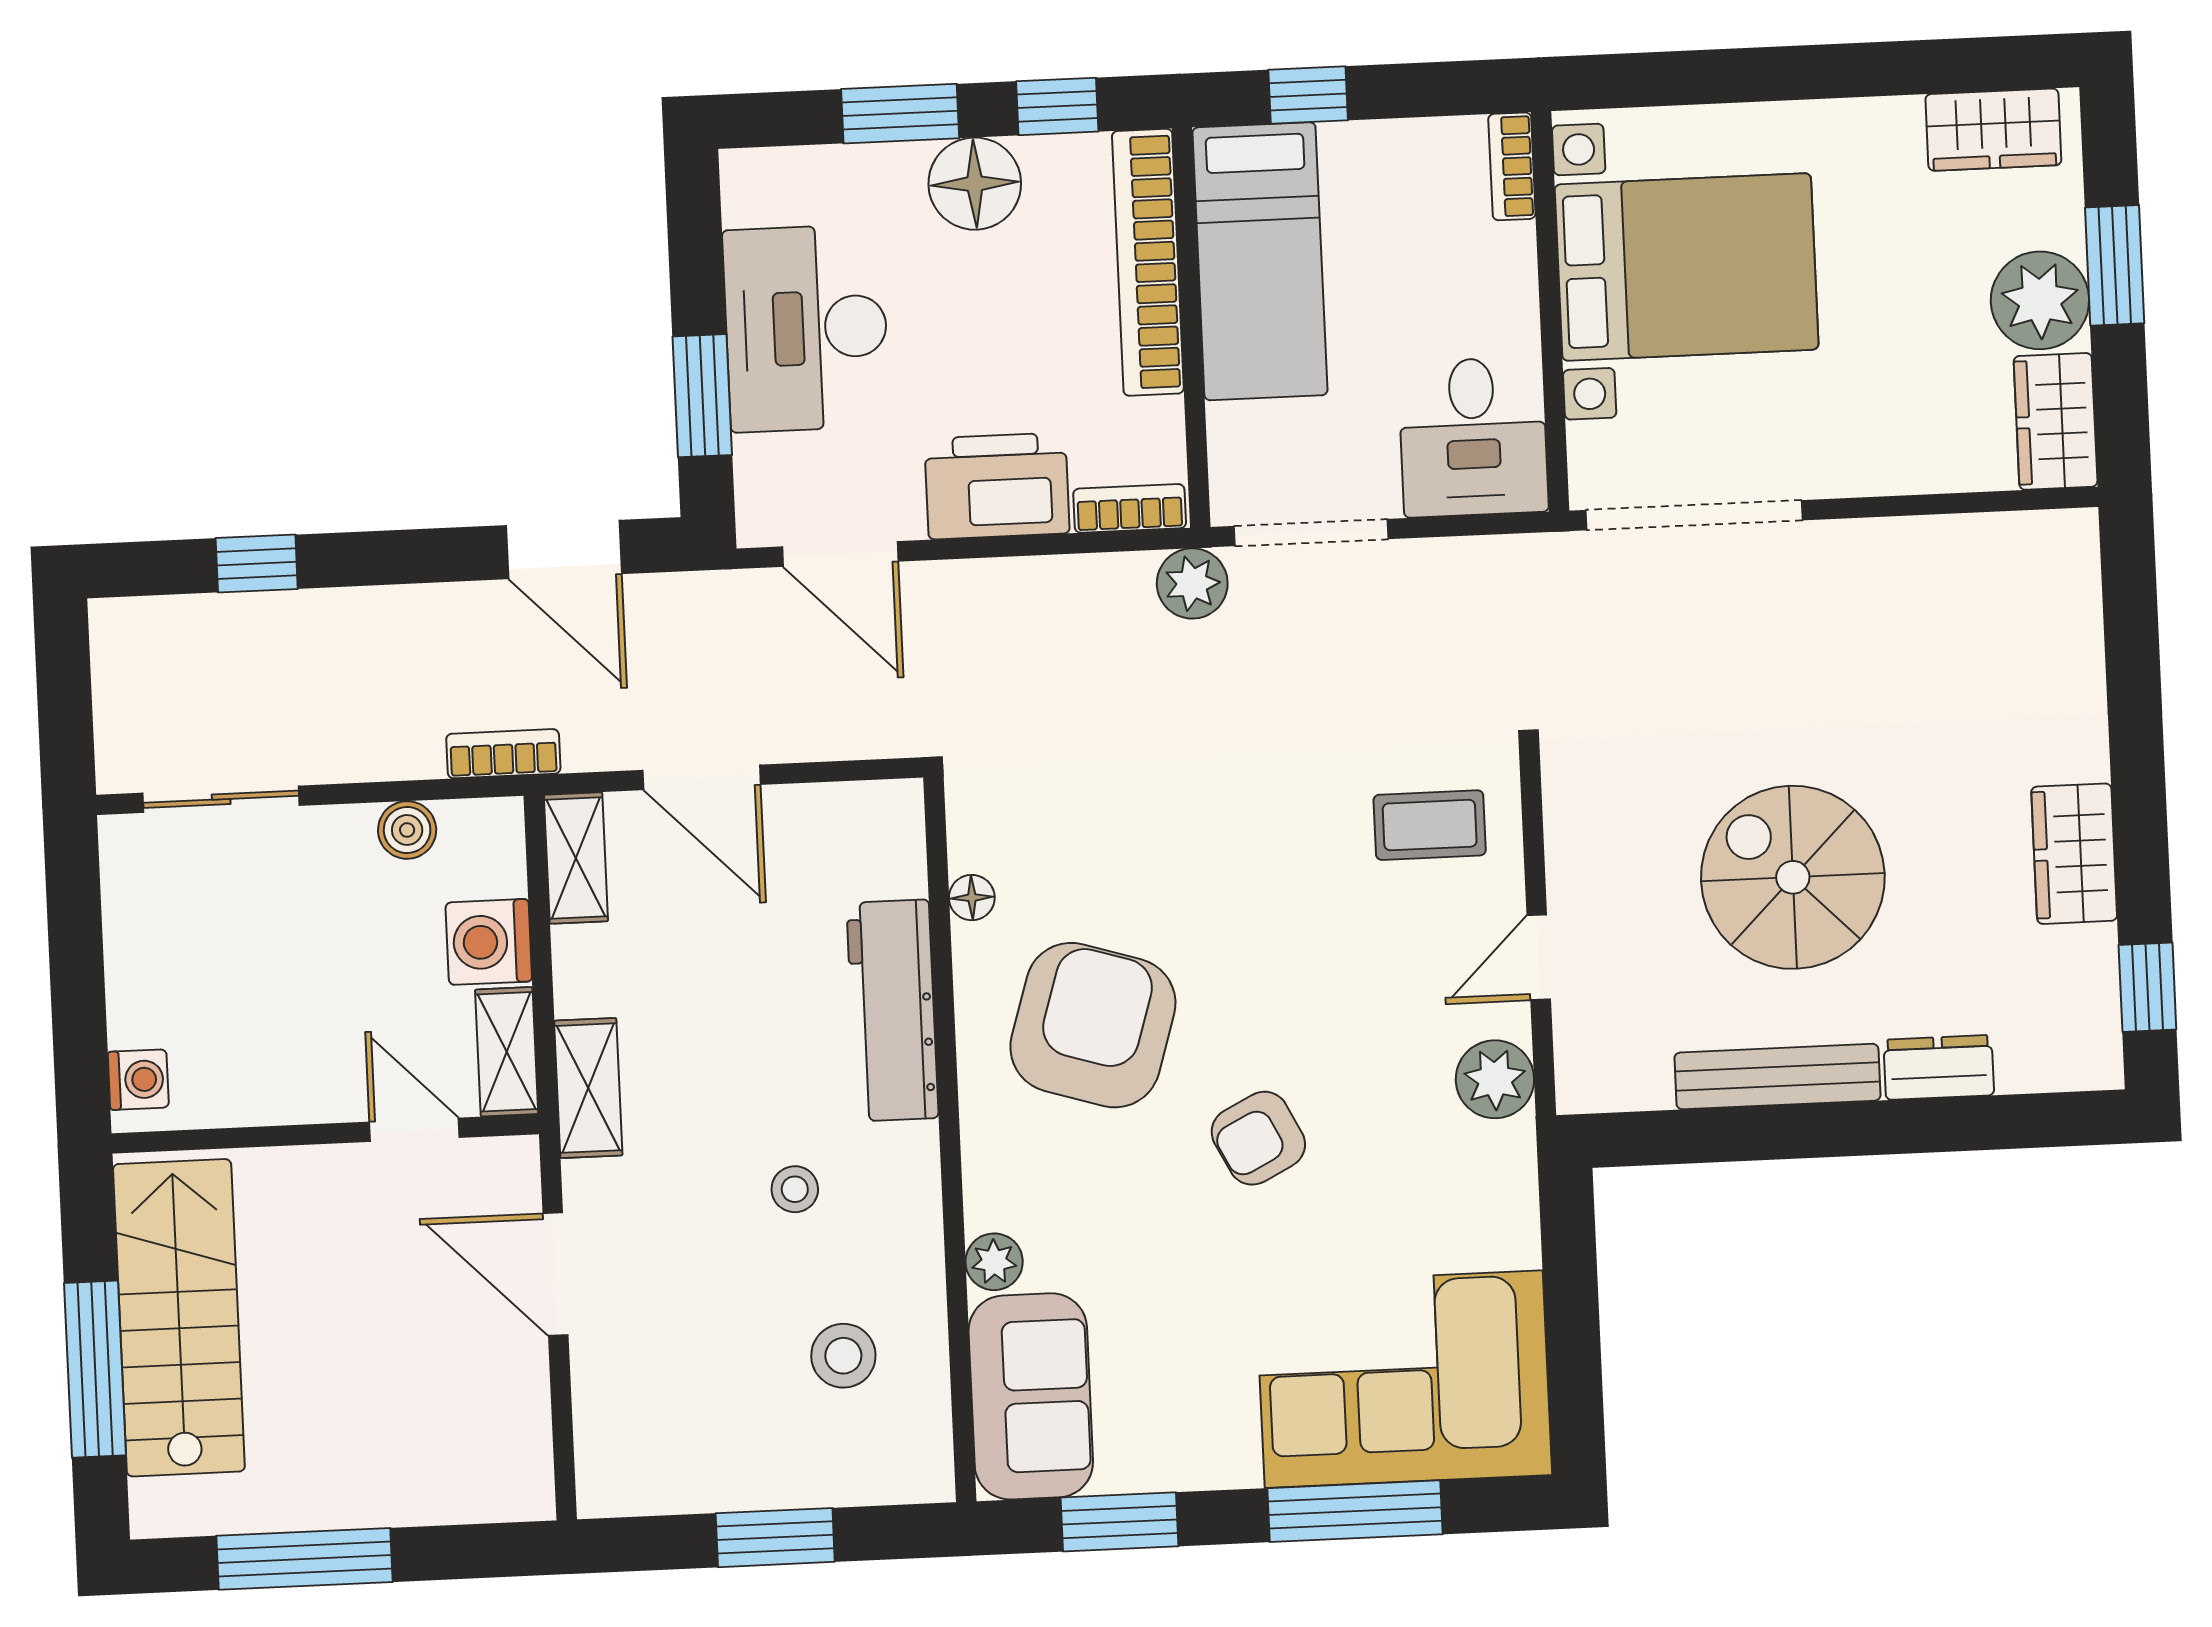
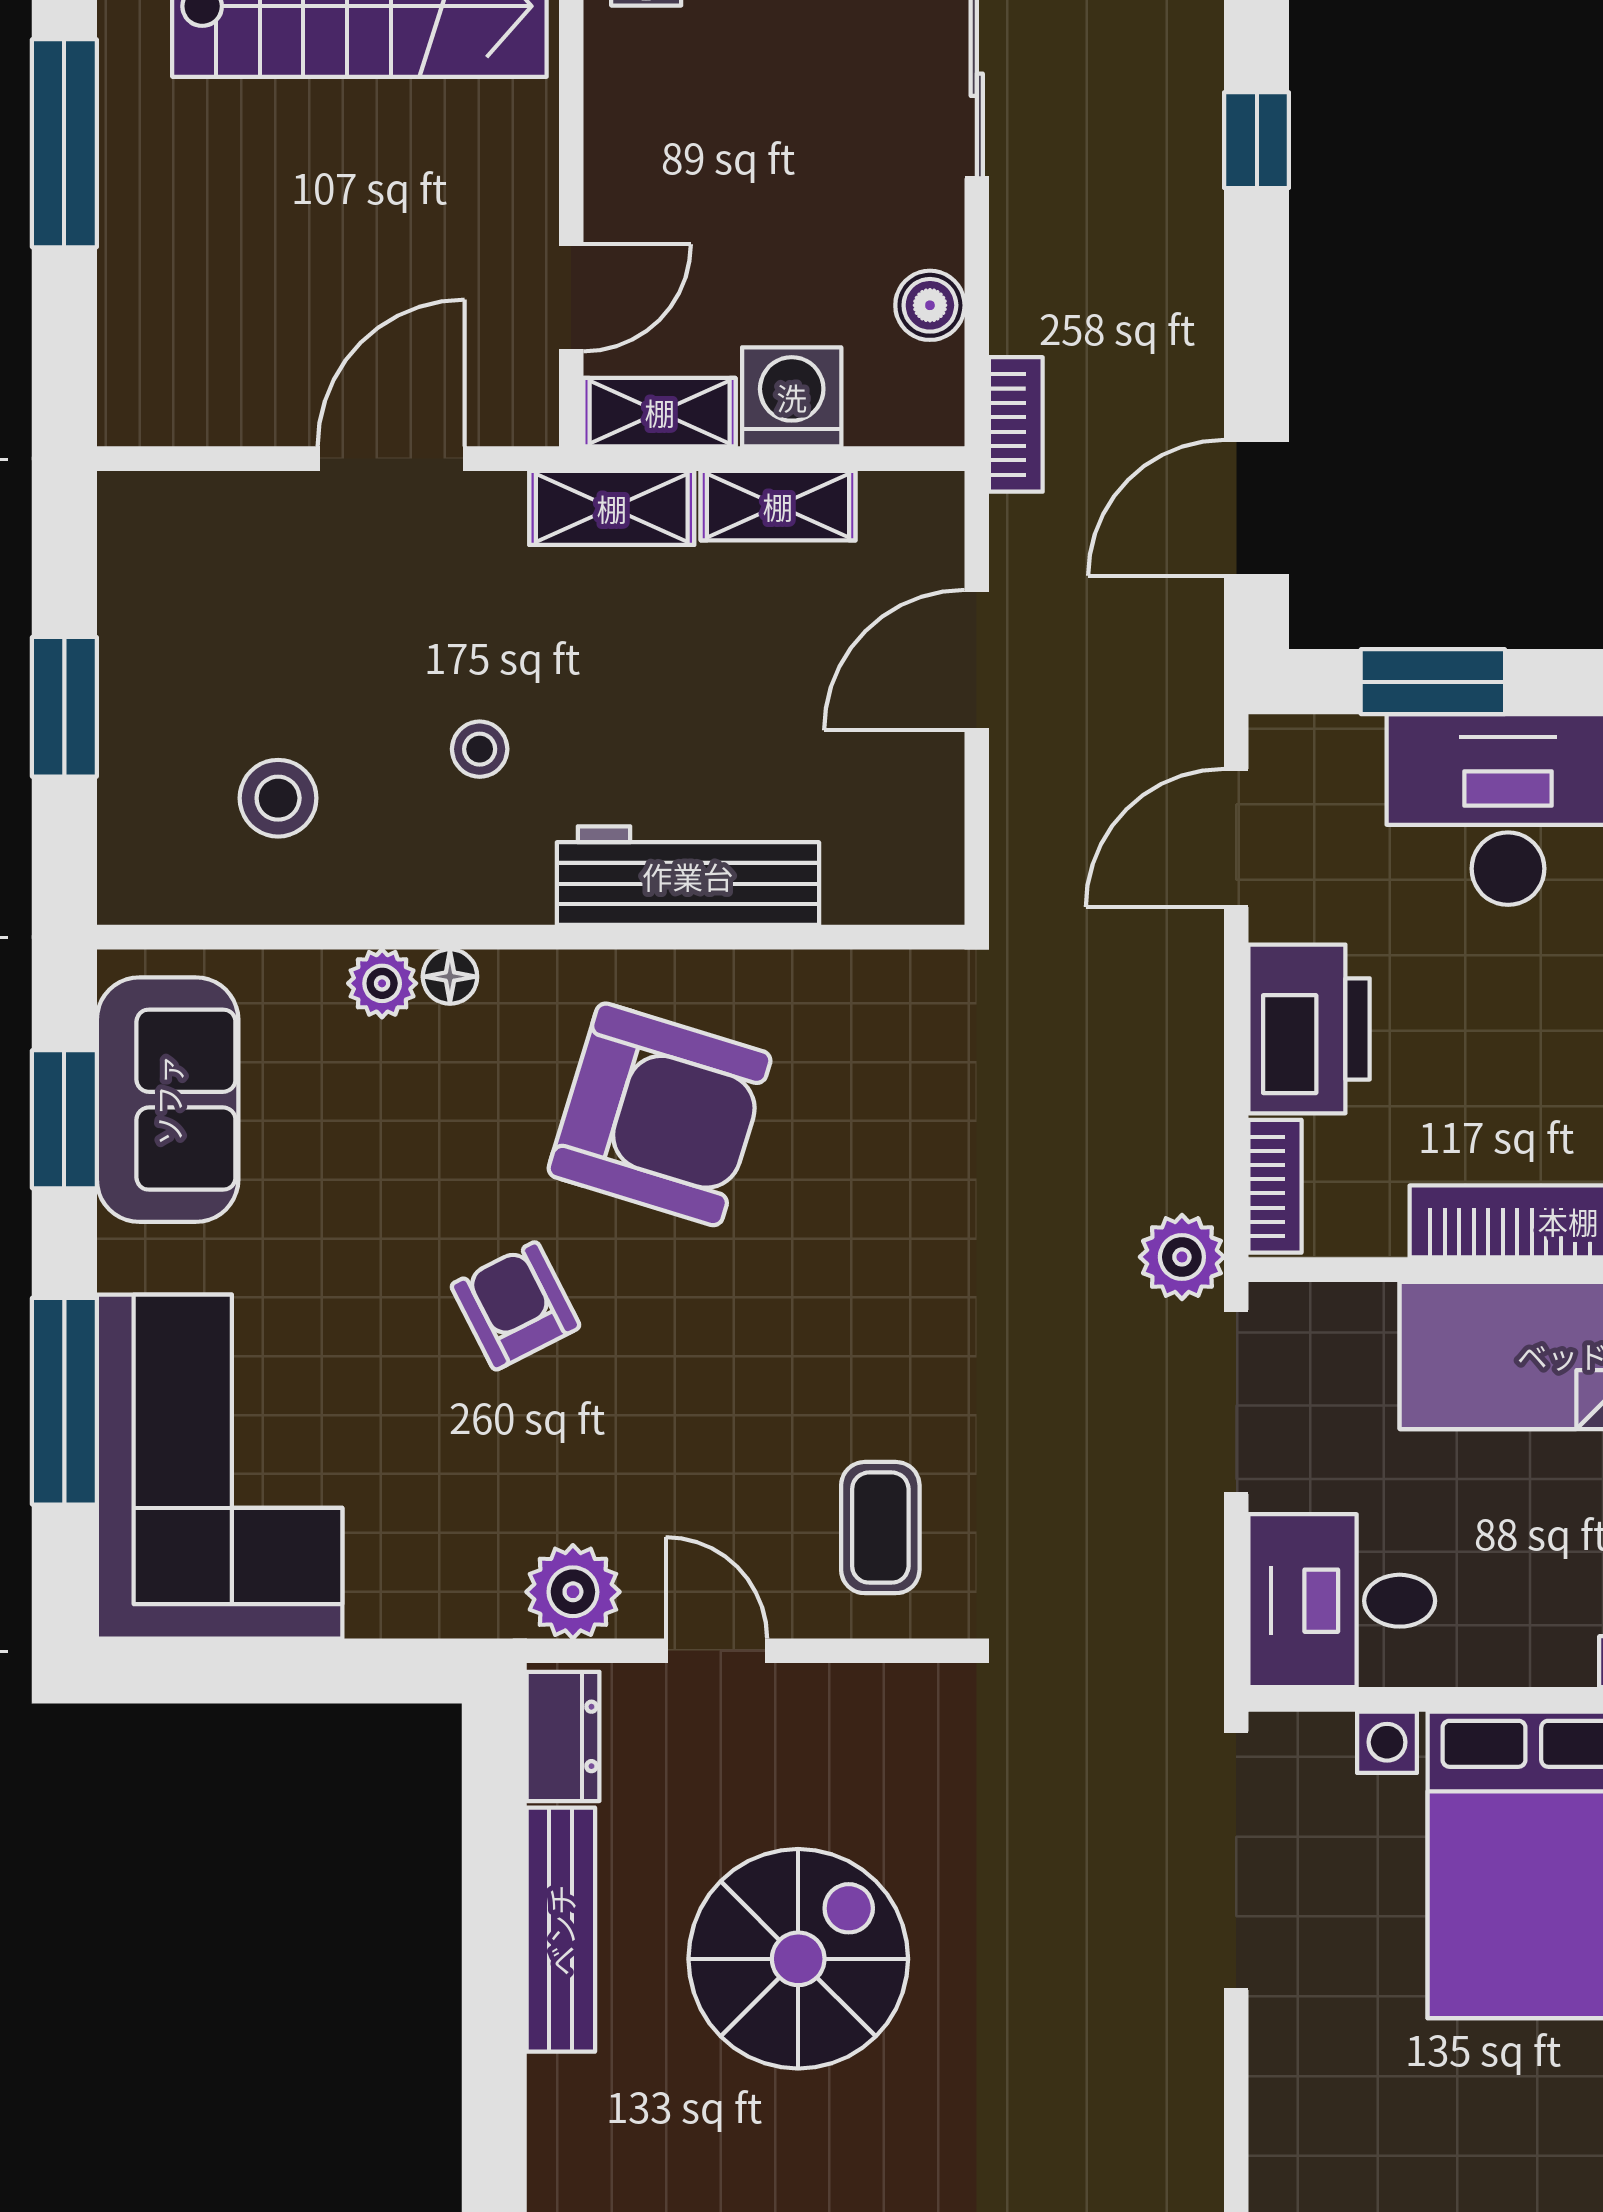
shelving: (576, 858) -> (778, 506), moved
floor lamp: (972, 898) -> (450, 977), moved
dresser: (1939, 1067) -> (563, 1736), moved
sofa: (1031, 1396) -> (168, 1100), moved, turned -90

